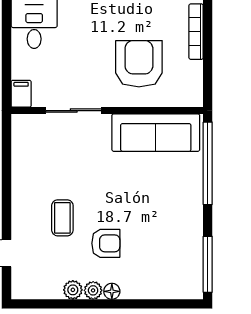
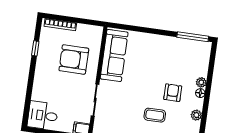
window: (208, 163) -> (136, 29), removed
plant: (93, 290) -> (201, 82), moved

